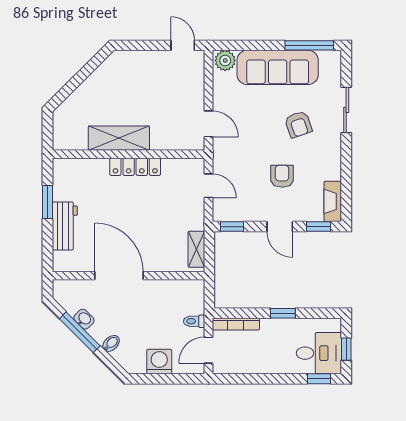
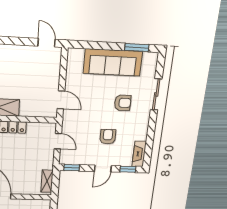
window: (309, 45) -> (137, 48), width x0.69
plant: (225, 60) -> (76, 55), removed
armchair: (298, 124) -> (123, 103), turned -71
door: (280, 227) -> (103, 169), hinge flipped

